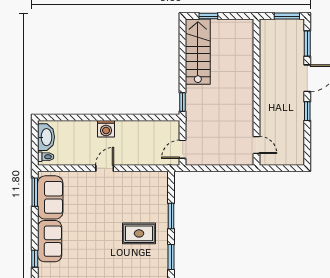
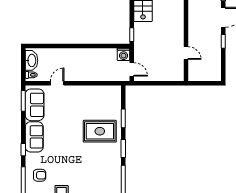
washing machine: (106, 129) -> (124, 54), moved
door: (257, 145) -> (186, 53), moved
door: (183, 149) -> (132, 69), swing flipped
door: (105, 168) -> (57, 83), moved
rug: (139, 233) -> (100, 131), width x1.36, depth x1.43

